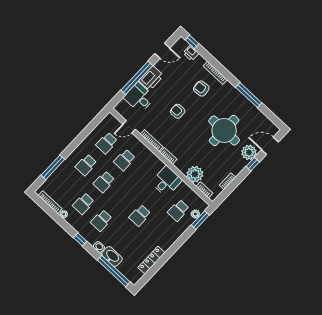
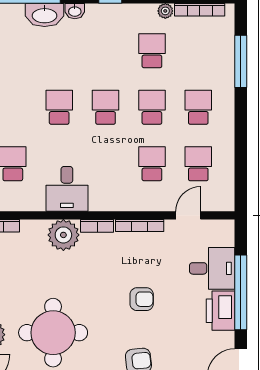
plant: (195, 174) -> (63, 235), moved
school desk: (101, 220) -> (106, 107), moved

